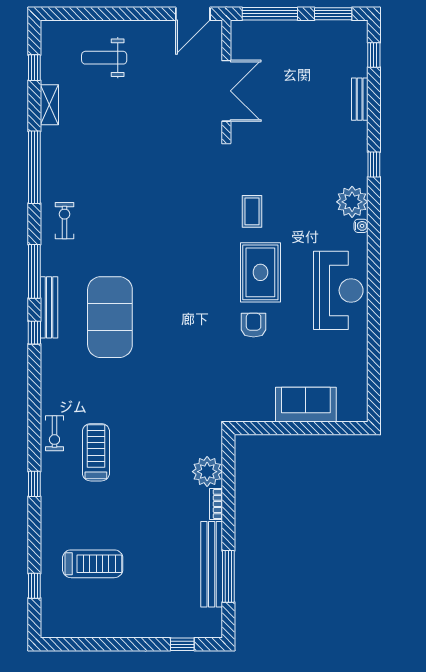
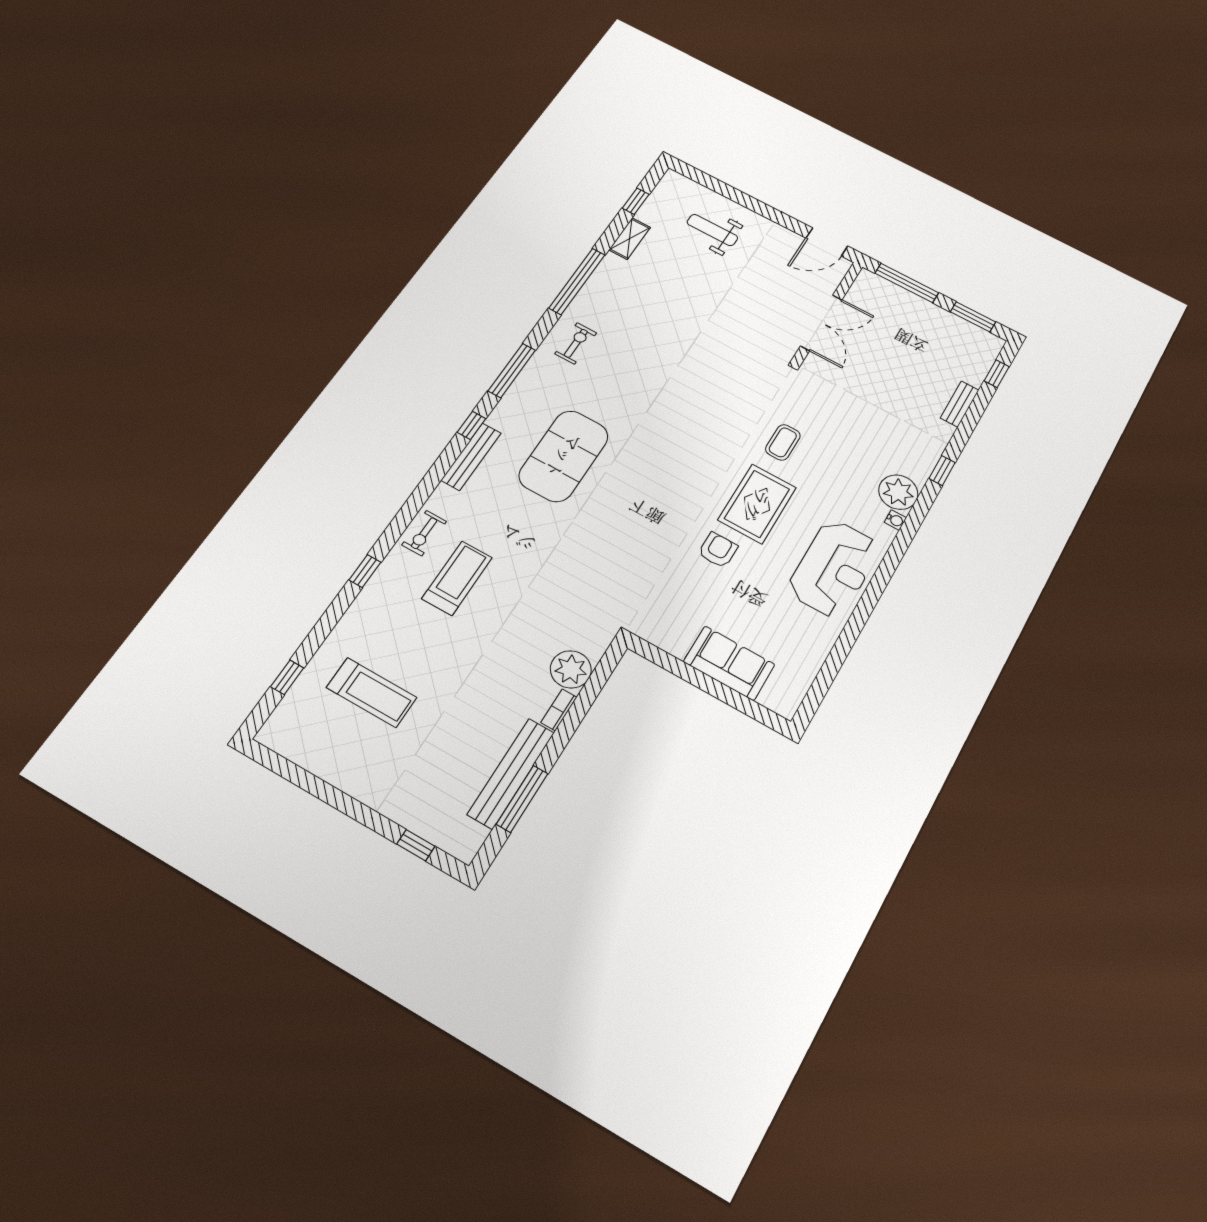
bench: (49, 307) -> (471, 457), moved

